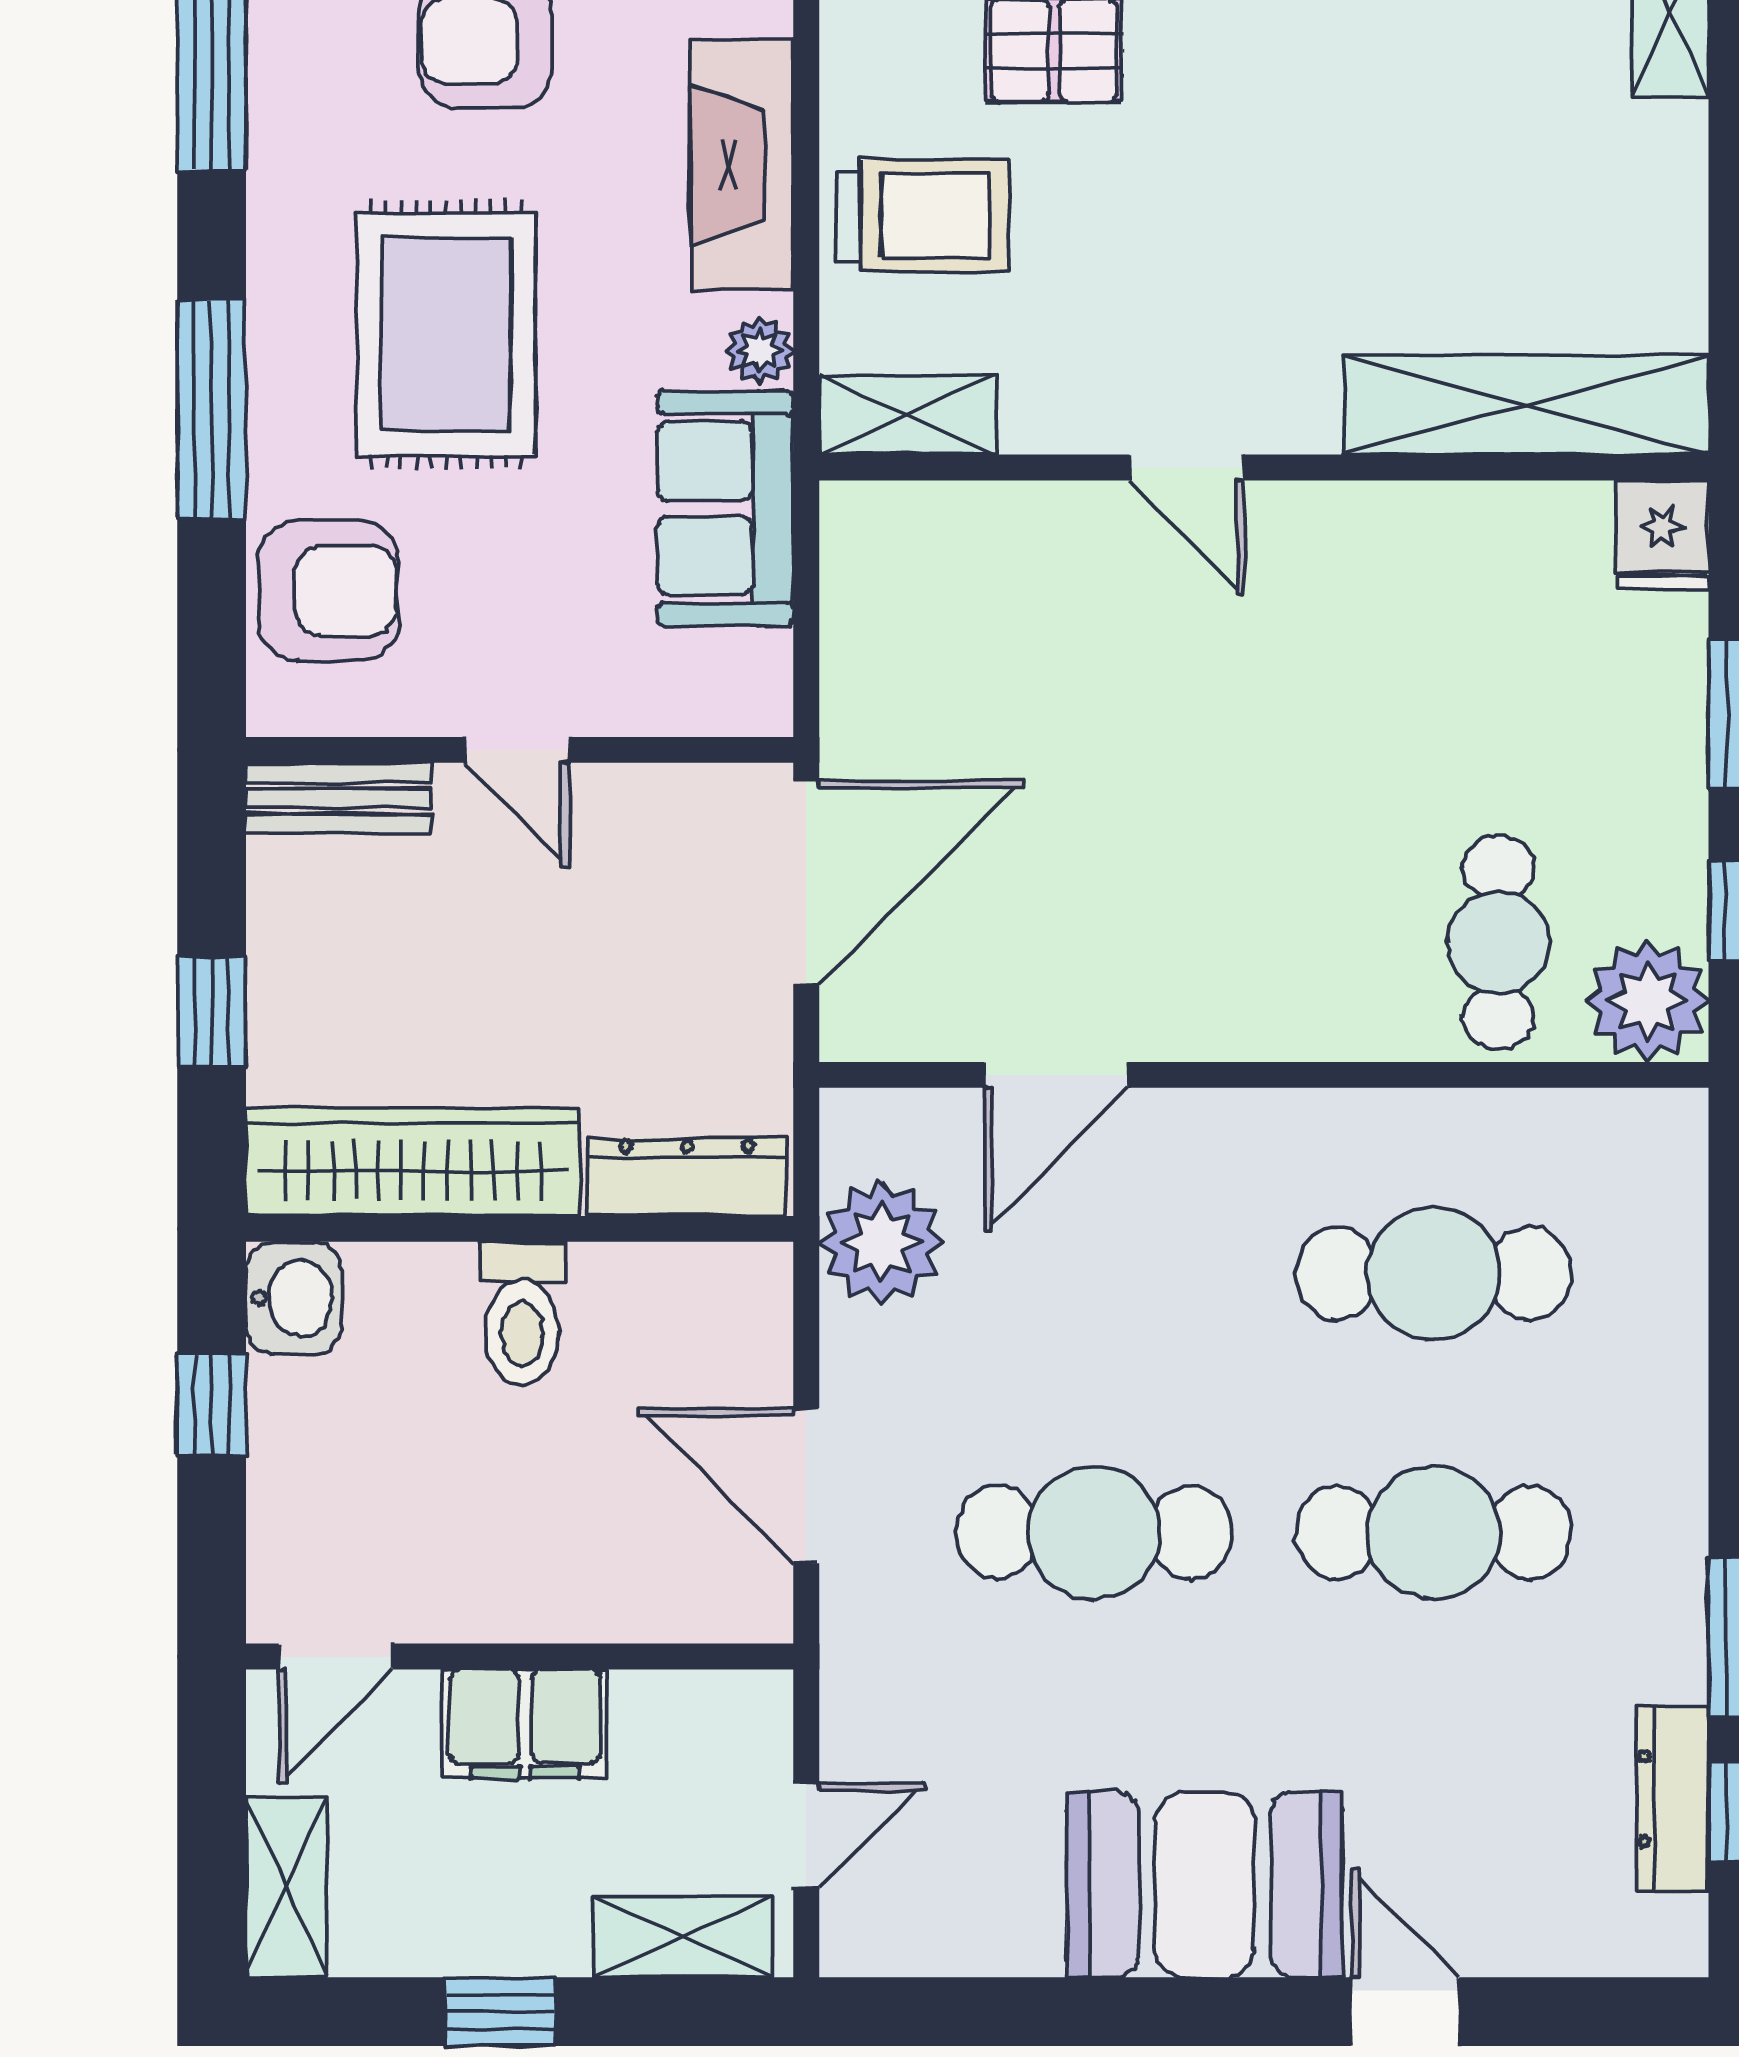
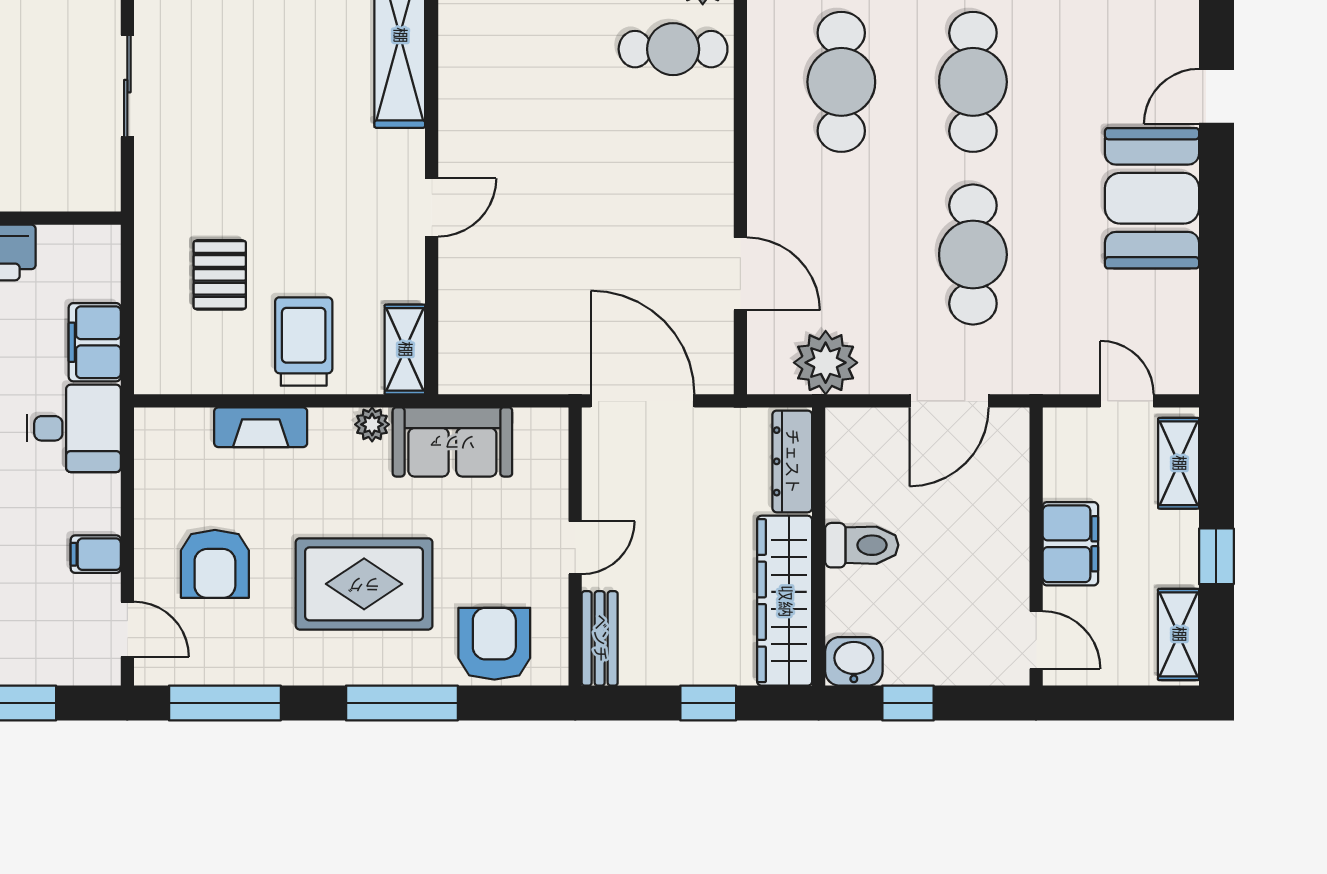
fireplace: (742, 165) -> (261, 427), width x0.73, depth x0.76
shelving: (286, 1888) -> (1179, 634), moved, turned 90

